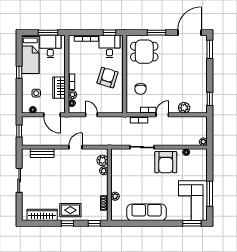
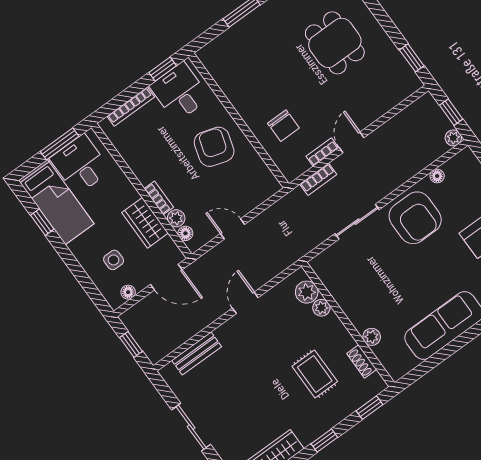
dining table: (144, 52) -> (335, 43), moved, turned 90
window: (19, 72) -> (42, 222), moved
plant: (184, 108) -> (380, 104), removed
window: (210, 131) -> (451, 112), added
rug: (70, 210) -> (315, 374), moved, turned 90

